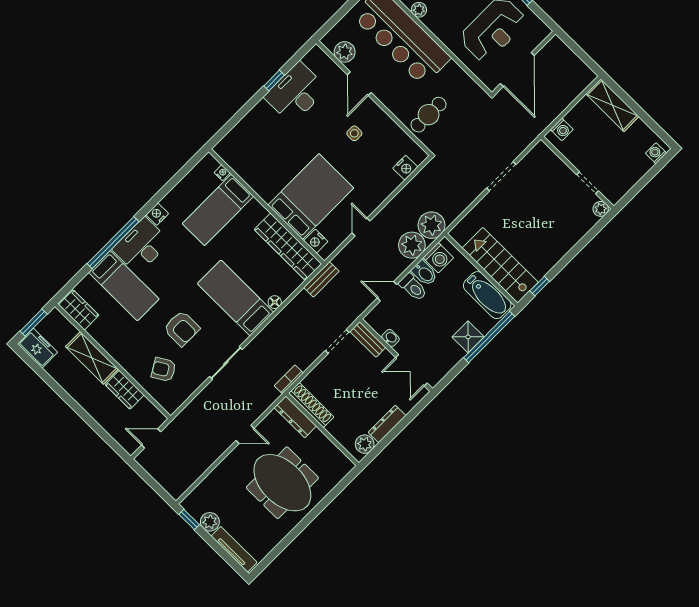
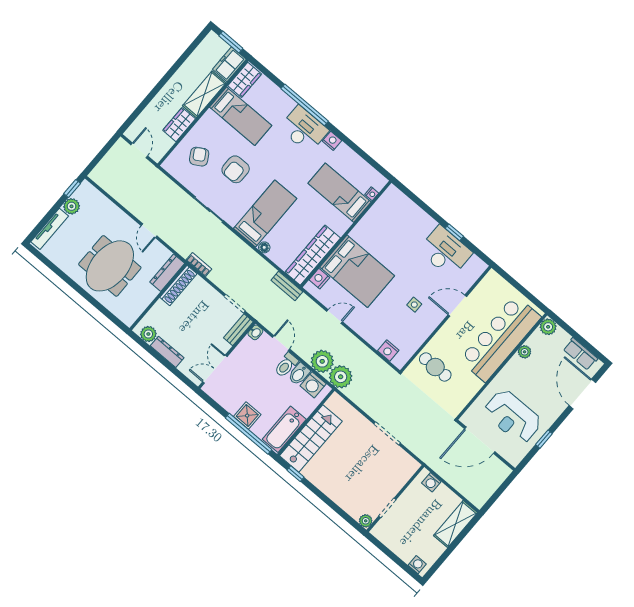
plant: (345, 52) -> (483, 291), removed
bed: (124, 286) -> (241, 116), moved, turned -90
washbasin: (391, 338) -> (255, 332), moved
freezer: (38, 348) -> (229, 64), moved, turned 180

